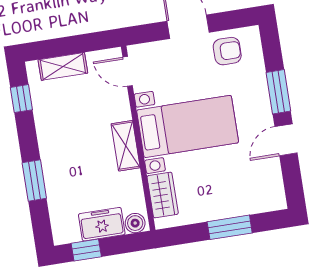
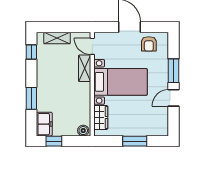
armchair: (227, 51) -> (149, 44), turned 90
shelving: (126, 146) -> (85, 68), moved
freezer: (102, 224) -> (44, 124), moved, turned 90

